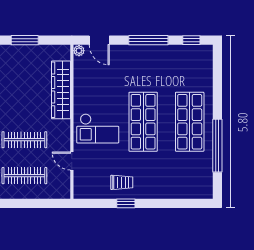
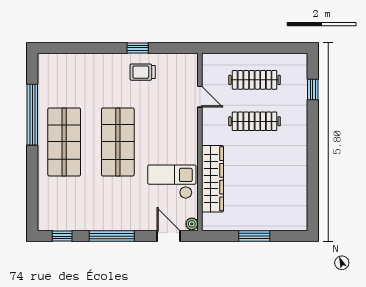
checkout: (98, 128) -> (172, 182), moved

